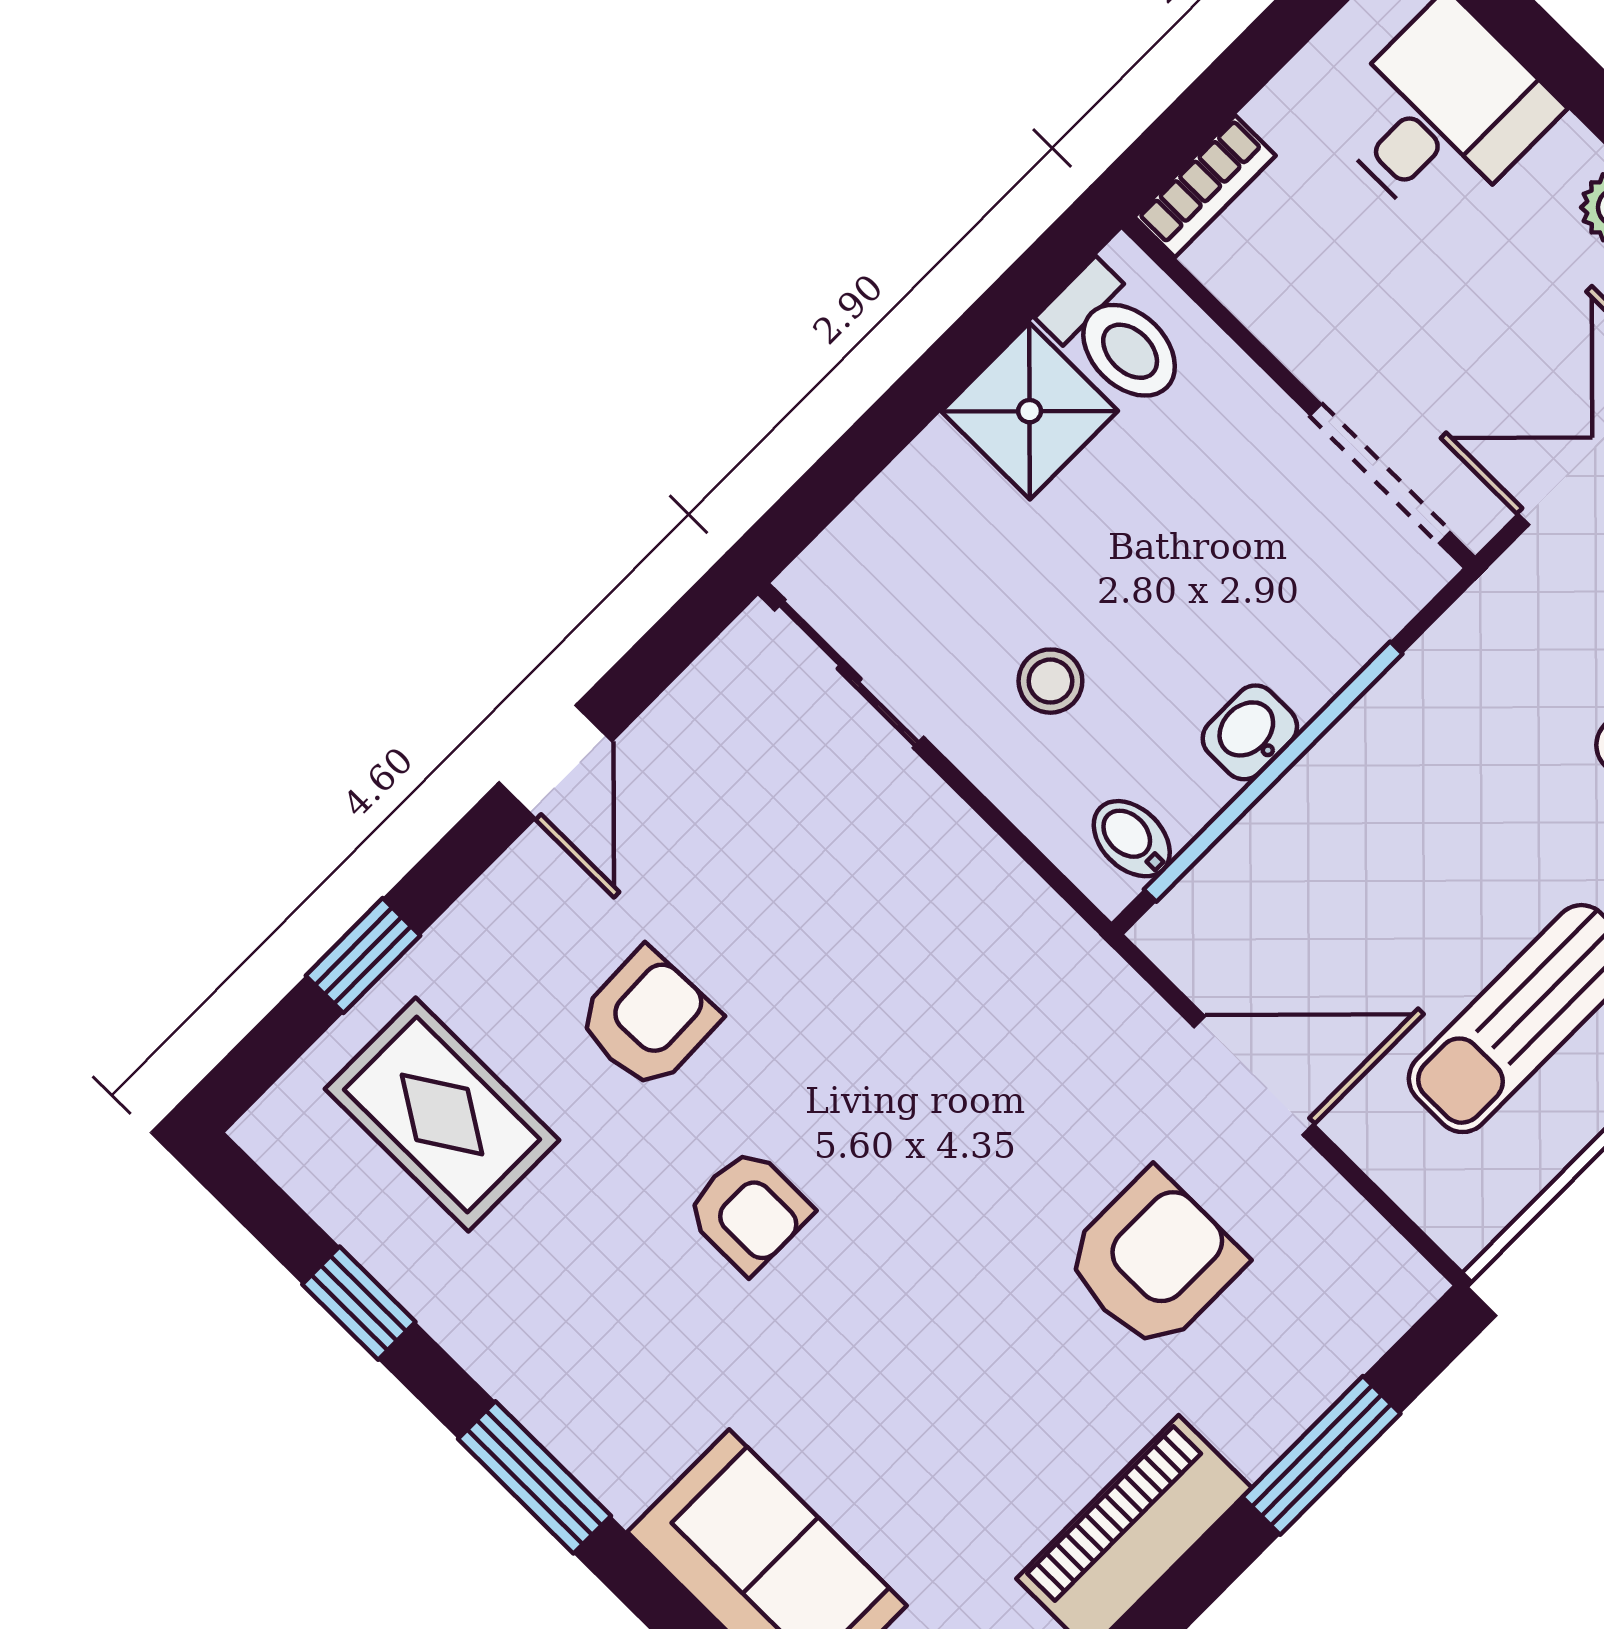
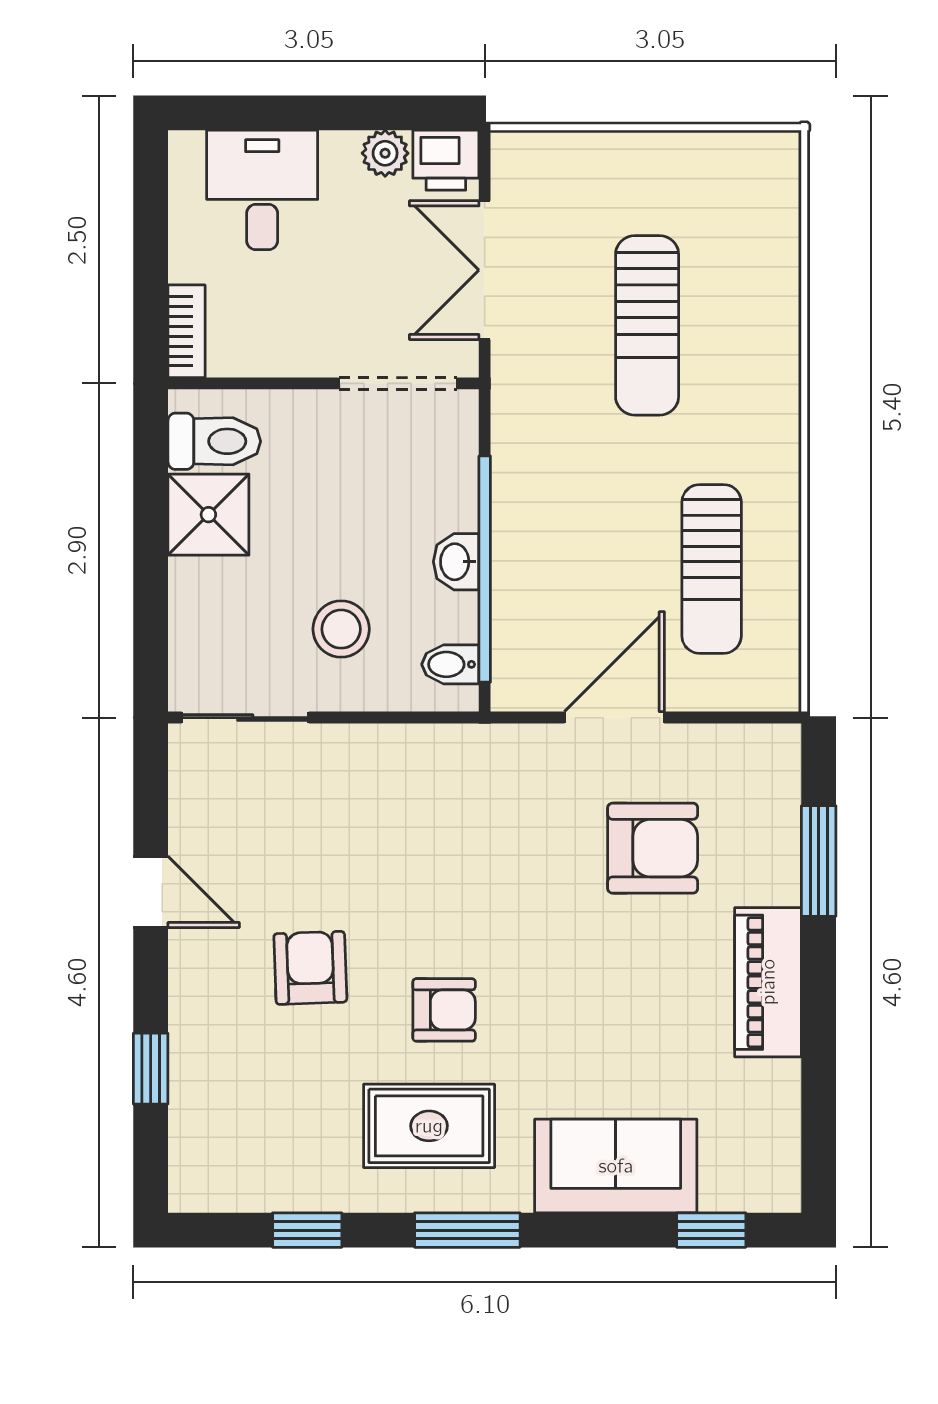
stool: (1050, 681) -> (341, 629), width x1.37, depth x1.37
rug: (442, 1115) -> (429, 1126), moved
armchair: (1154, 1260) -> (653, 848), turned 90

